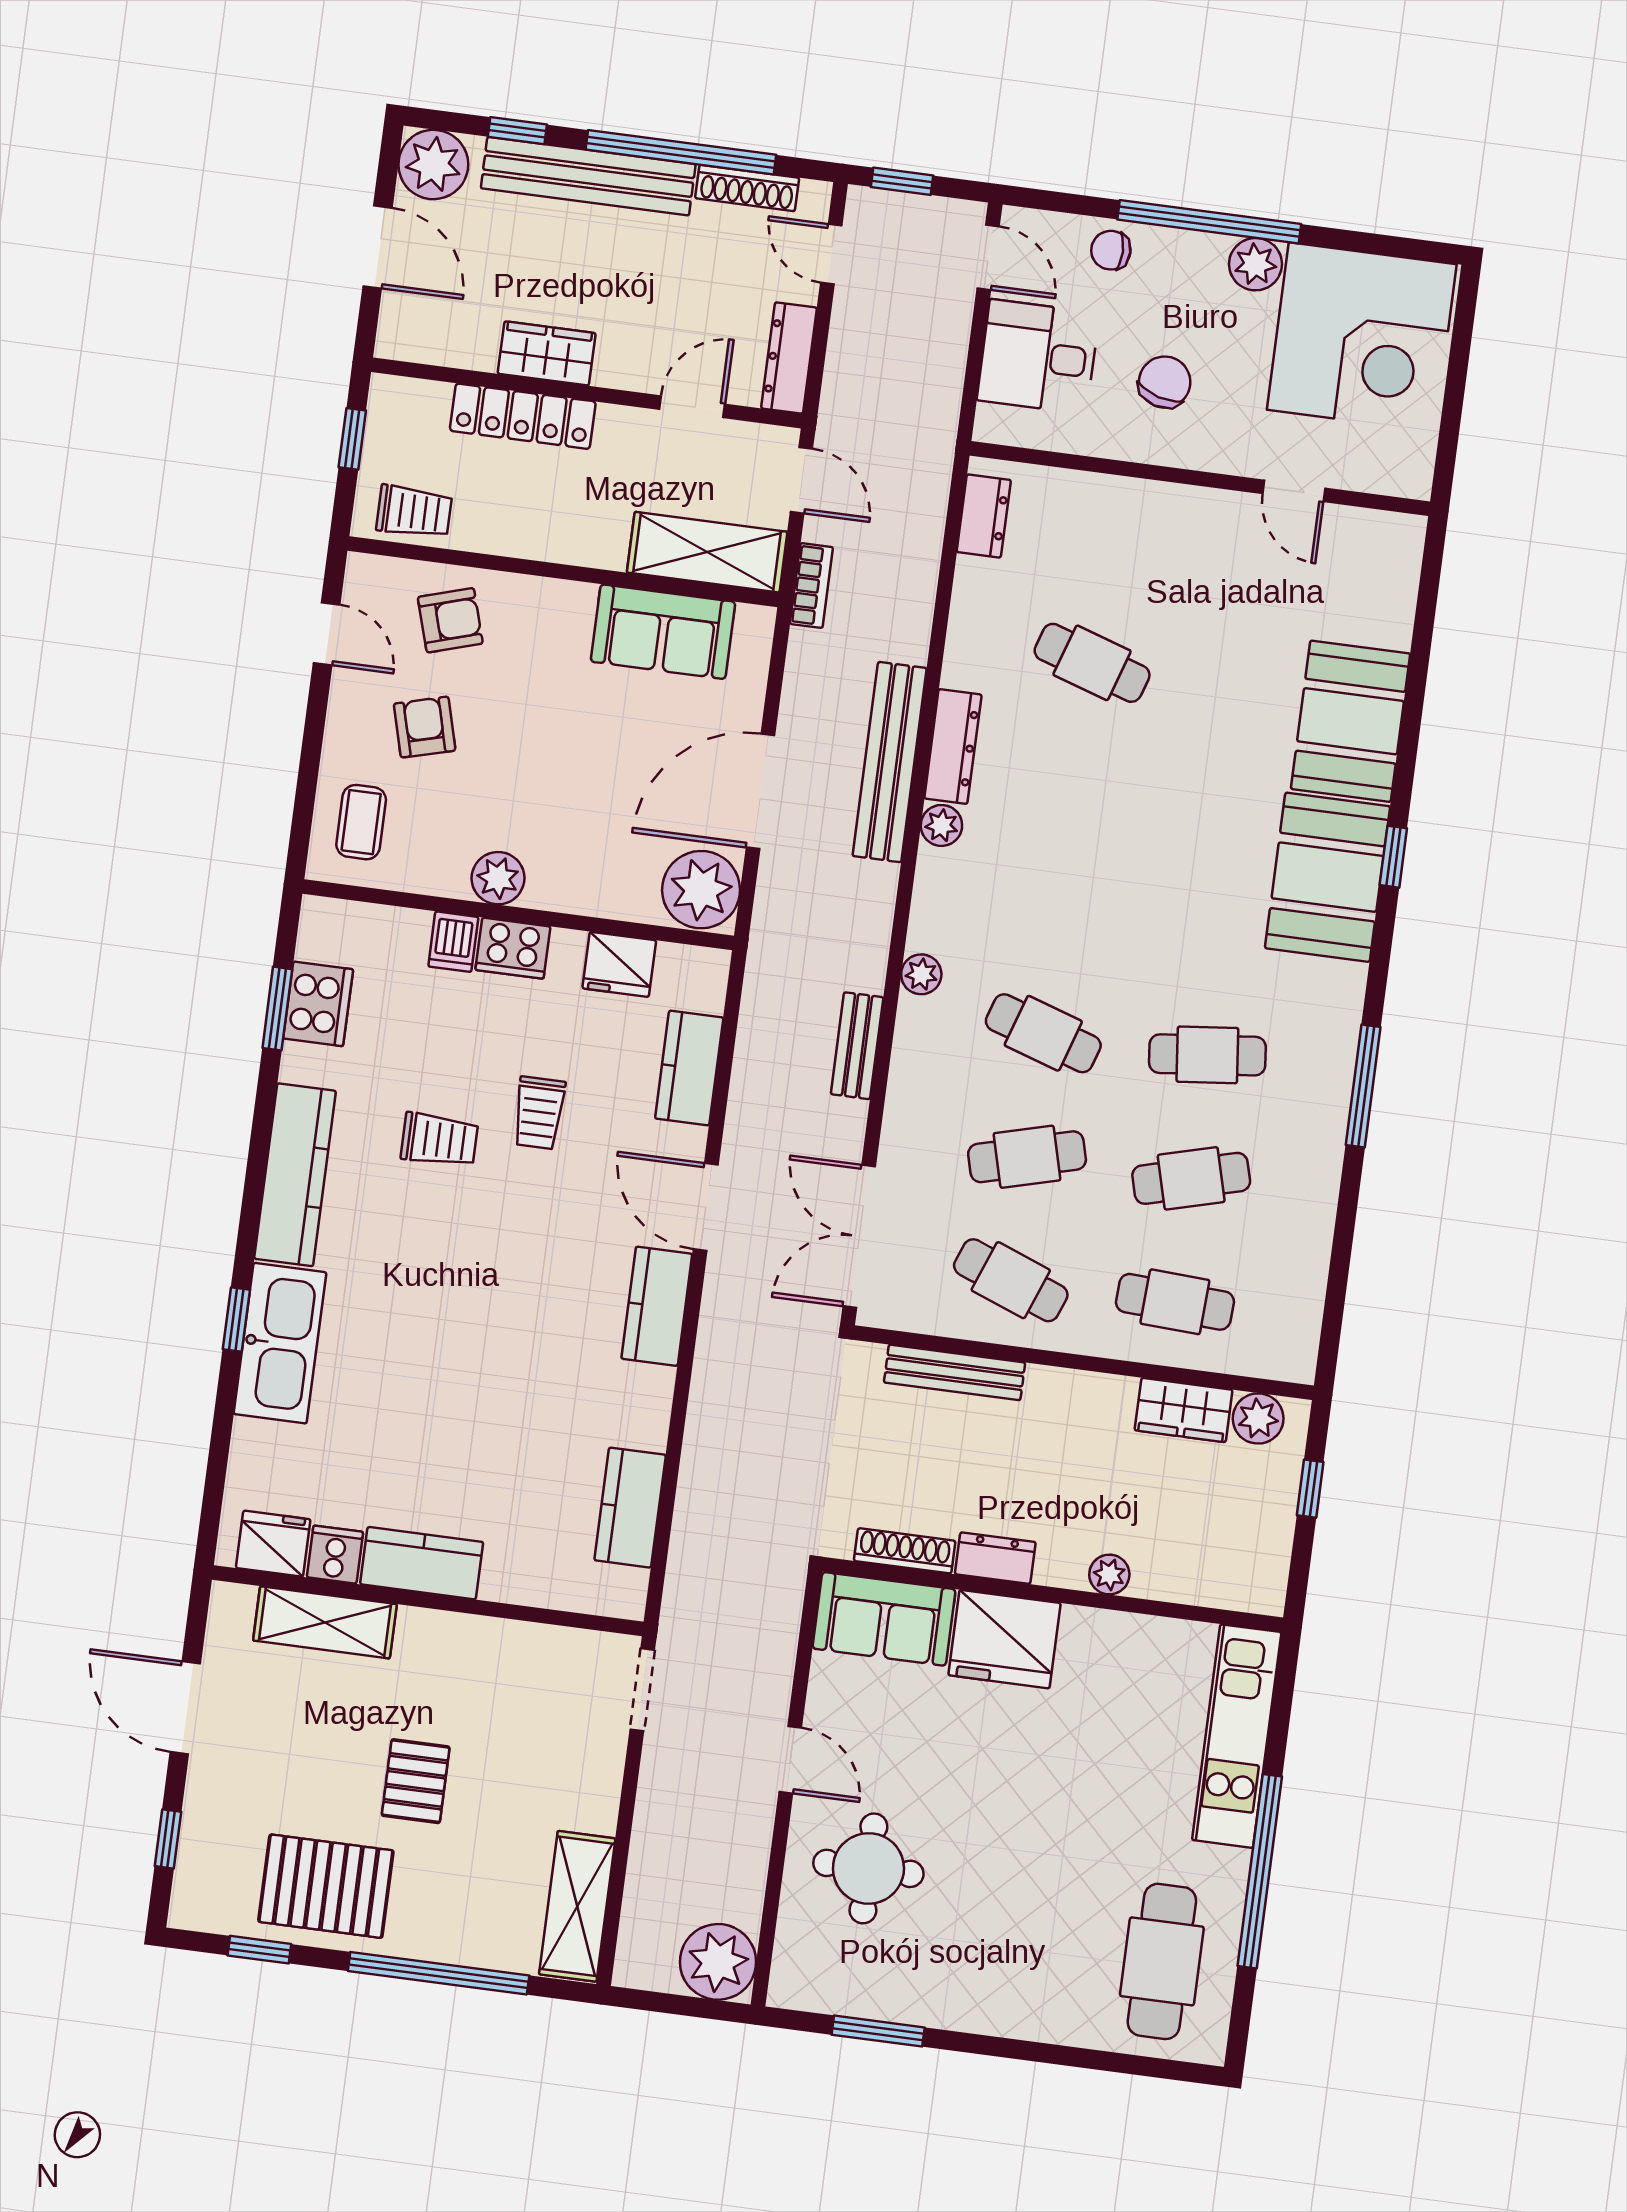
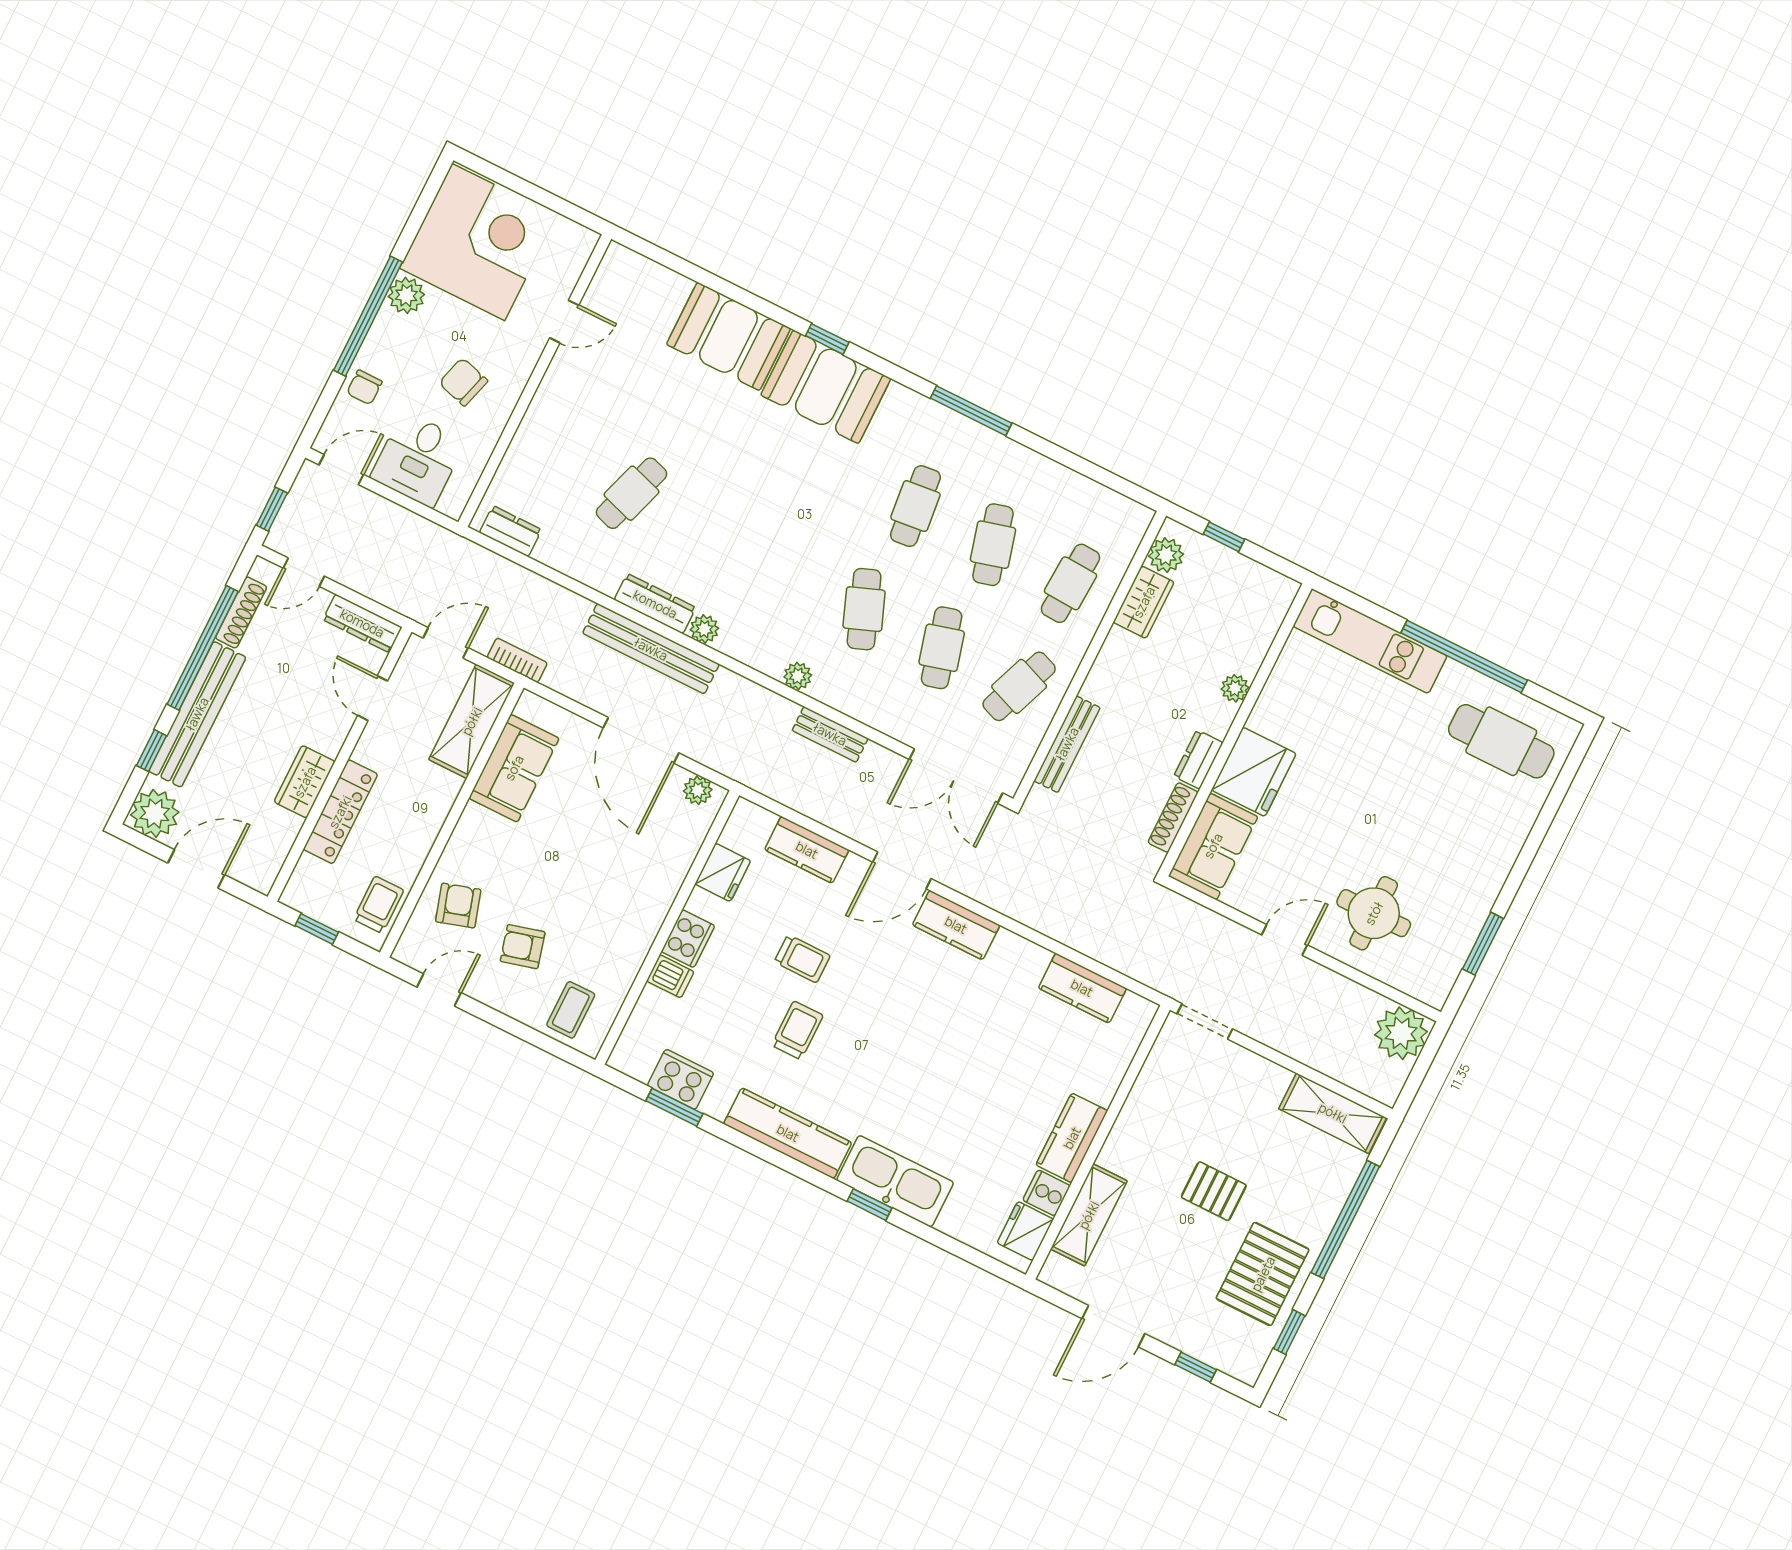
coffee table: (361, 822) -> (571, 1010), turned 90
plant: (498, 878) -> (639, 933), removed
plant: (701, 890) -> (698, 790), width x0.53, depth x0.53
cafe table: (1043, 1033) -> (864, 609), turned -39

